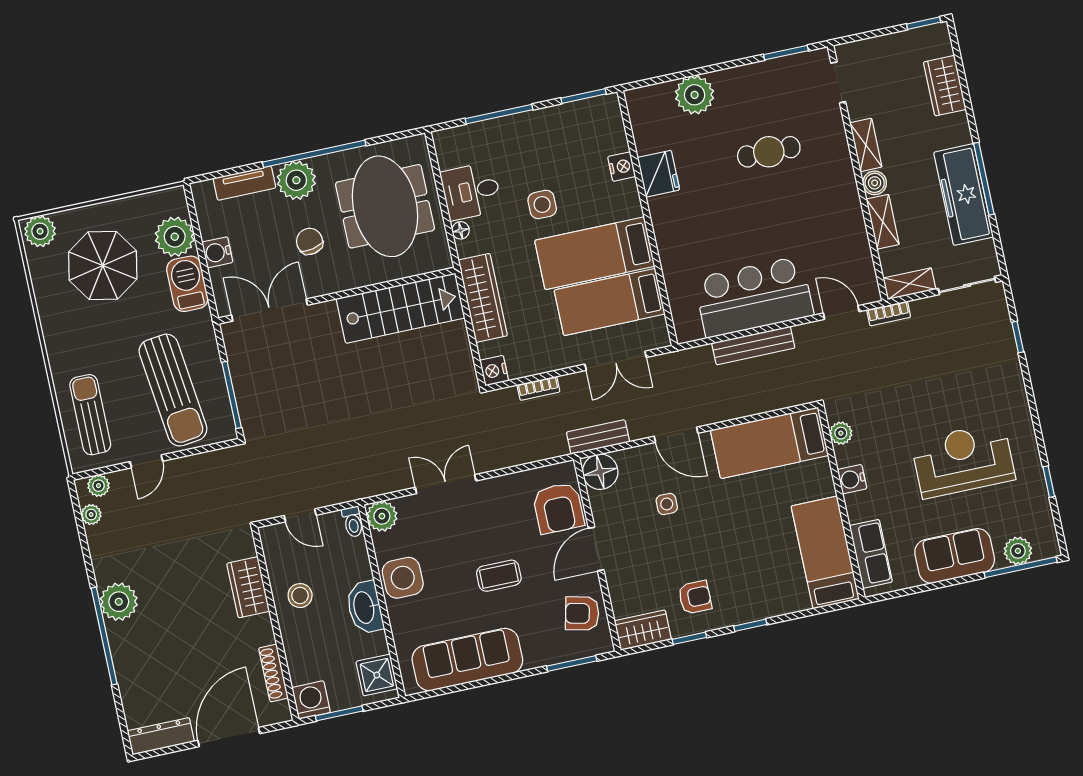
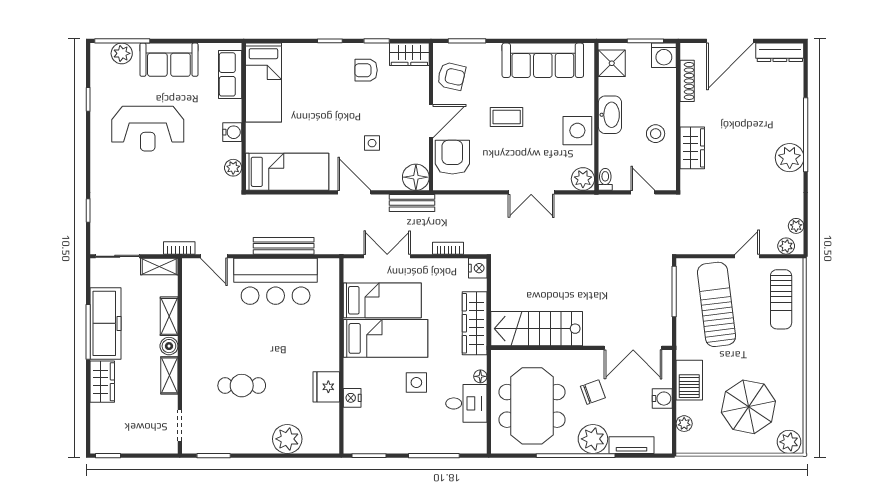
wardrobe: (945, 86) -> (102, 382), moved
plant: (175, 237) -> (684, 424), width x0.53, depth x0.53
chair: (310, 241) -> (593, 392), turned -98

